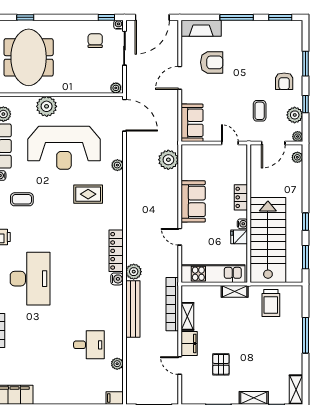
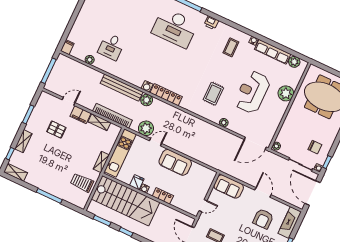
reception desk: (64, 148) -> (252, 92), width x0.74, depth x0.77
plant: (168, 160) -> (146, 128), moved

